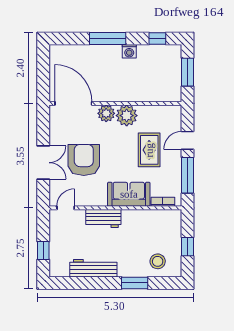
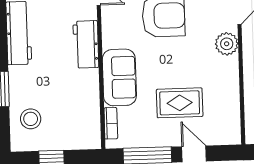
plant: (127, 116) -> (225, 71), removed

